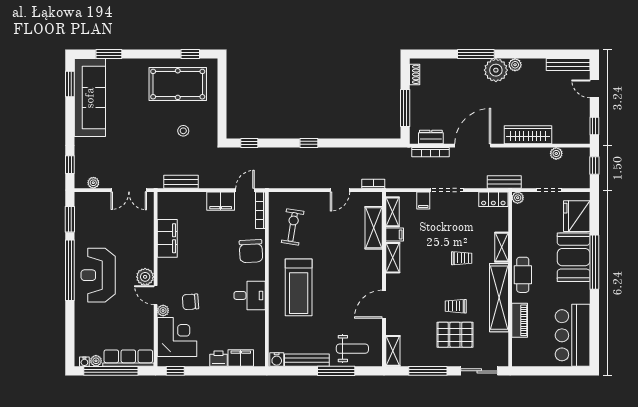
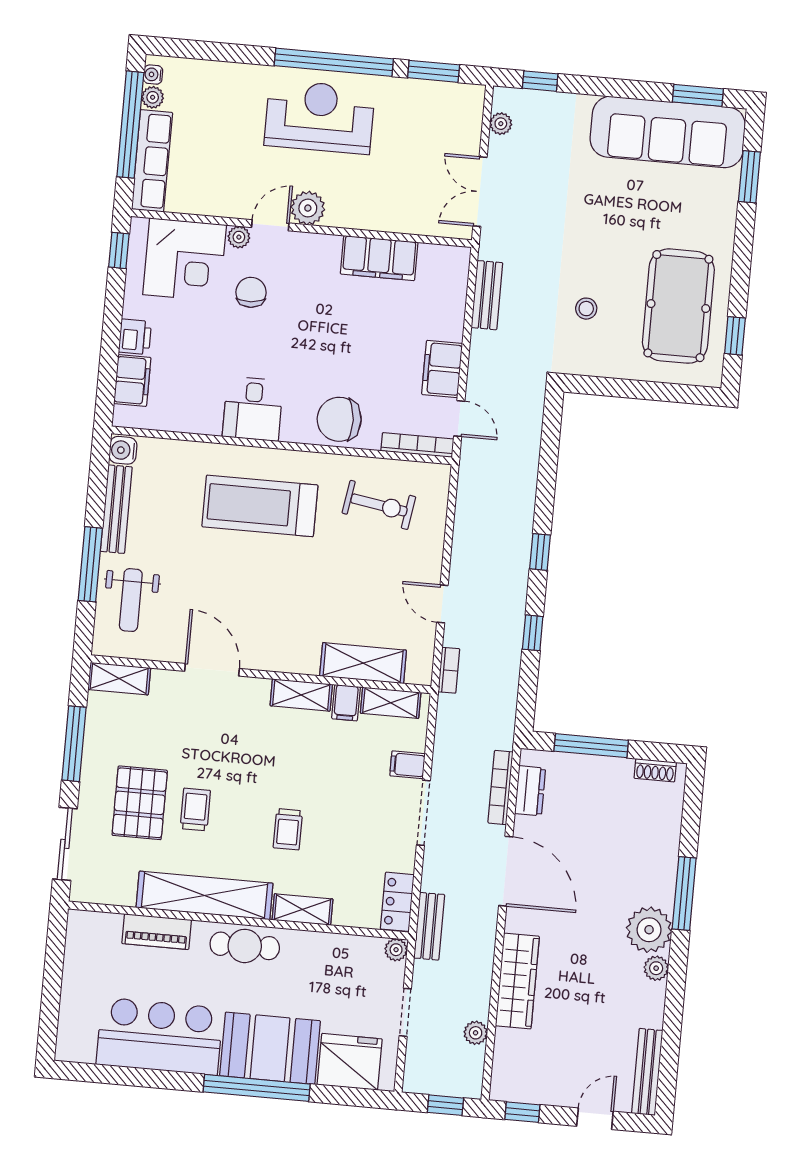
window: (249, 143) -> (533, 633), moved
bar counter: (573, 335) -> (160, 1036), moved

